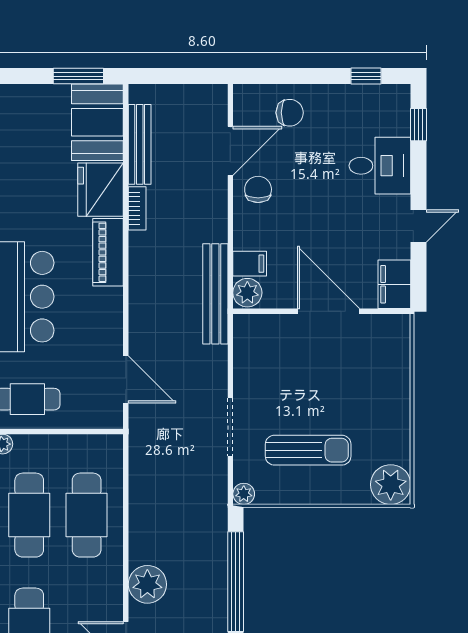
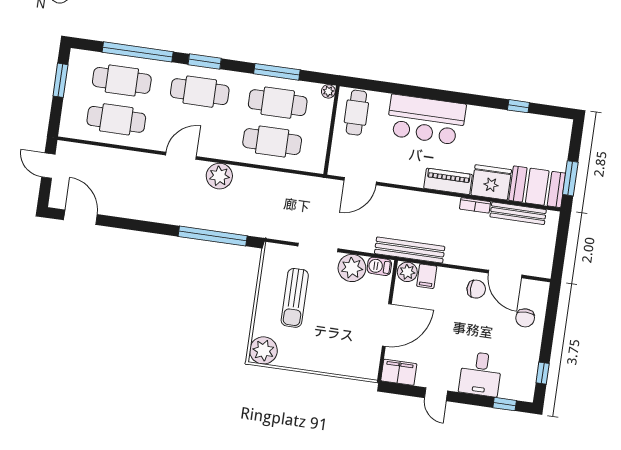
barbecue: (245, 334) -> (379, 266), added
plant: (244, 494) -> (352, 268), moved, width x1.87, depth x1.87

